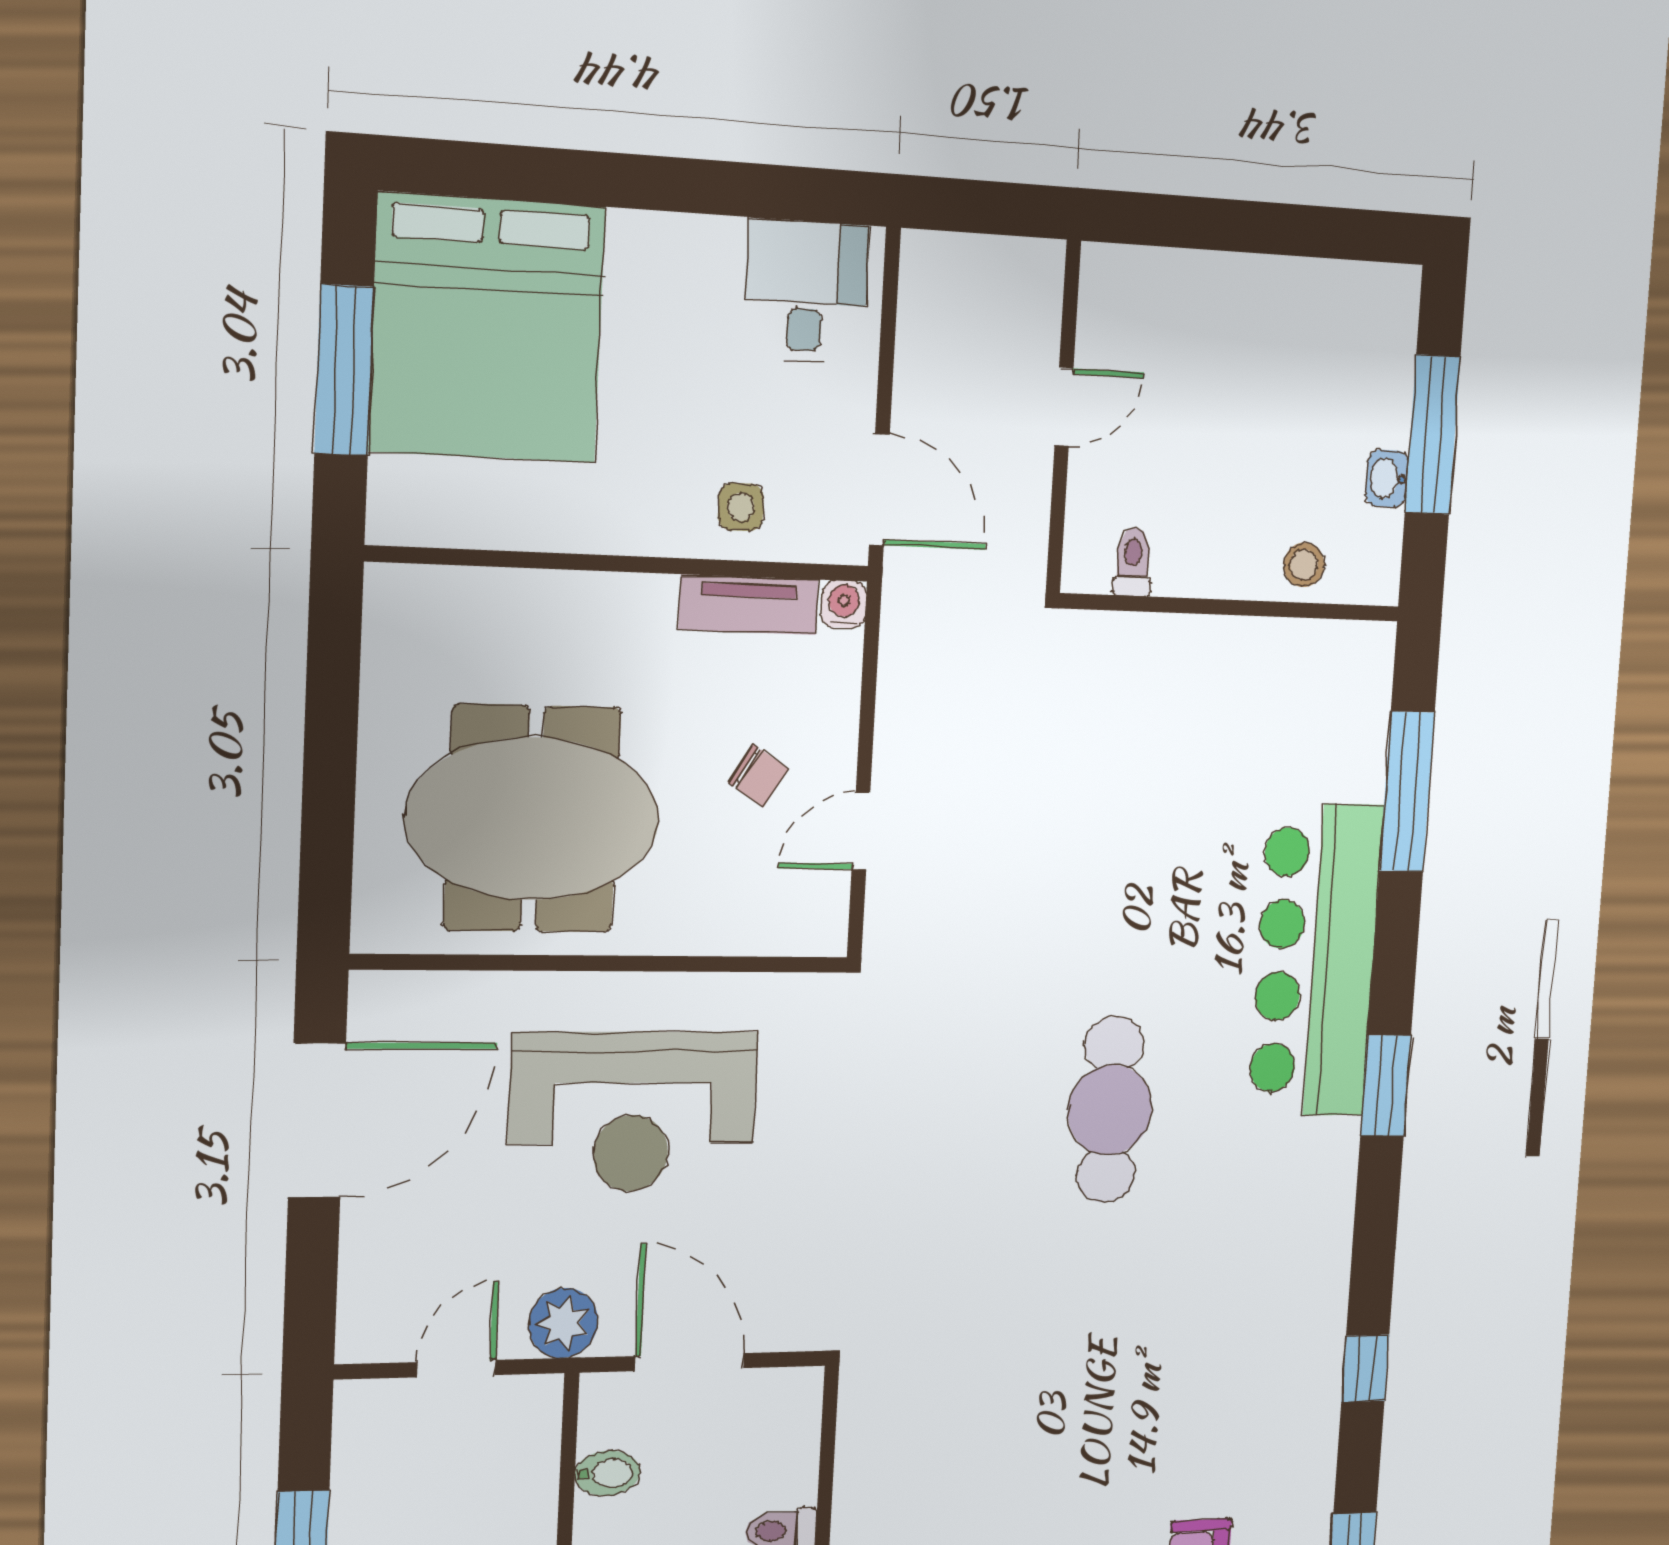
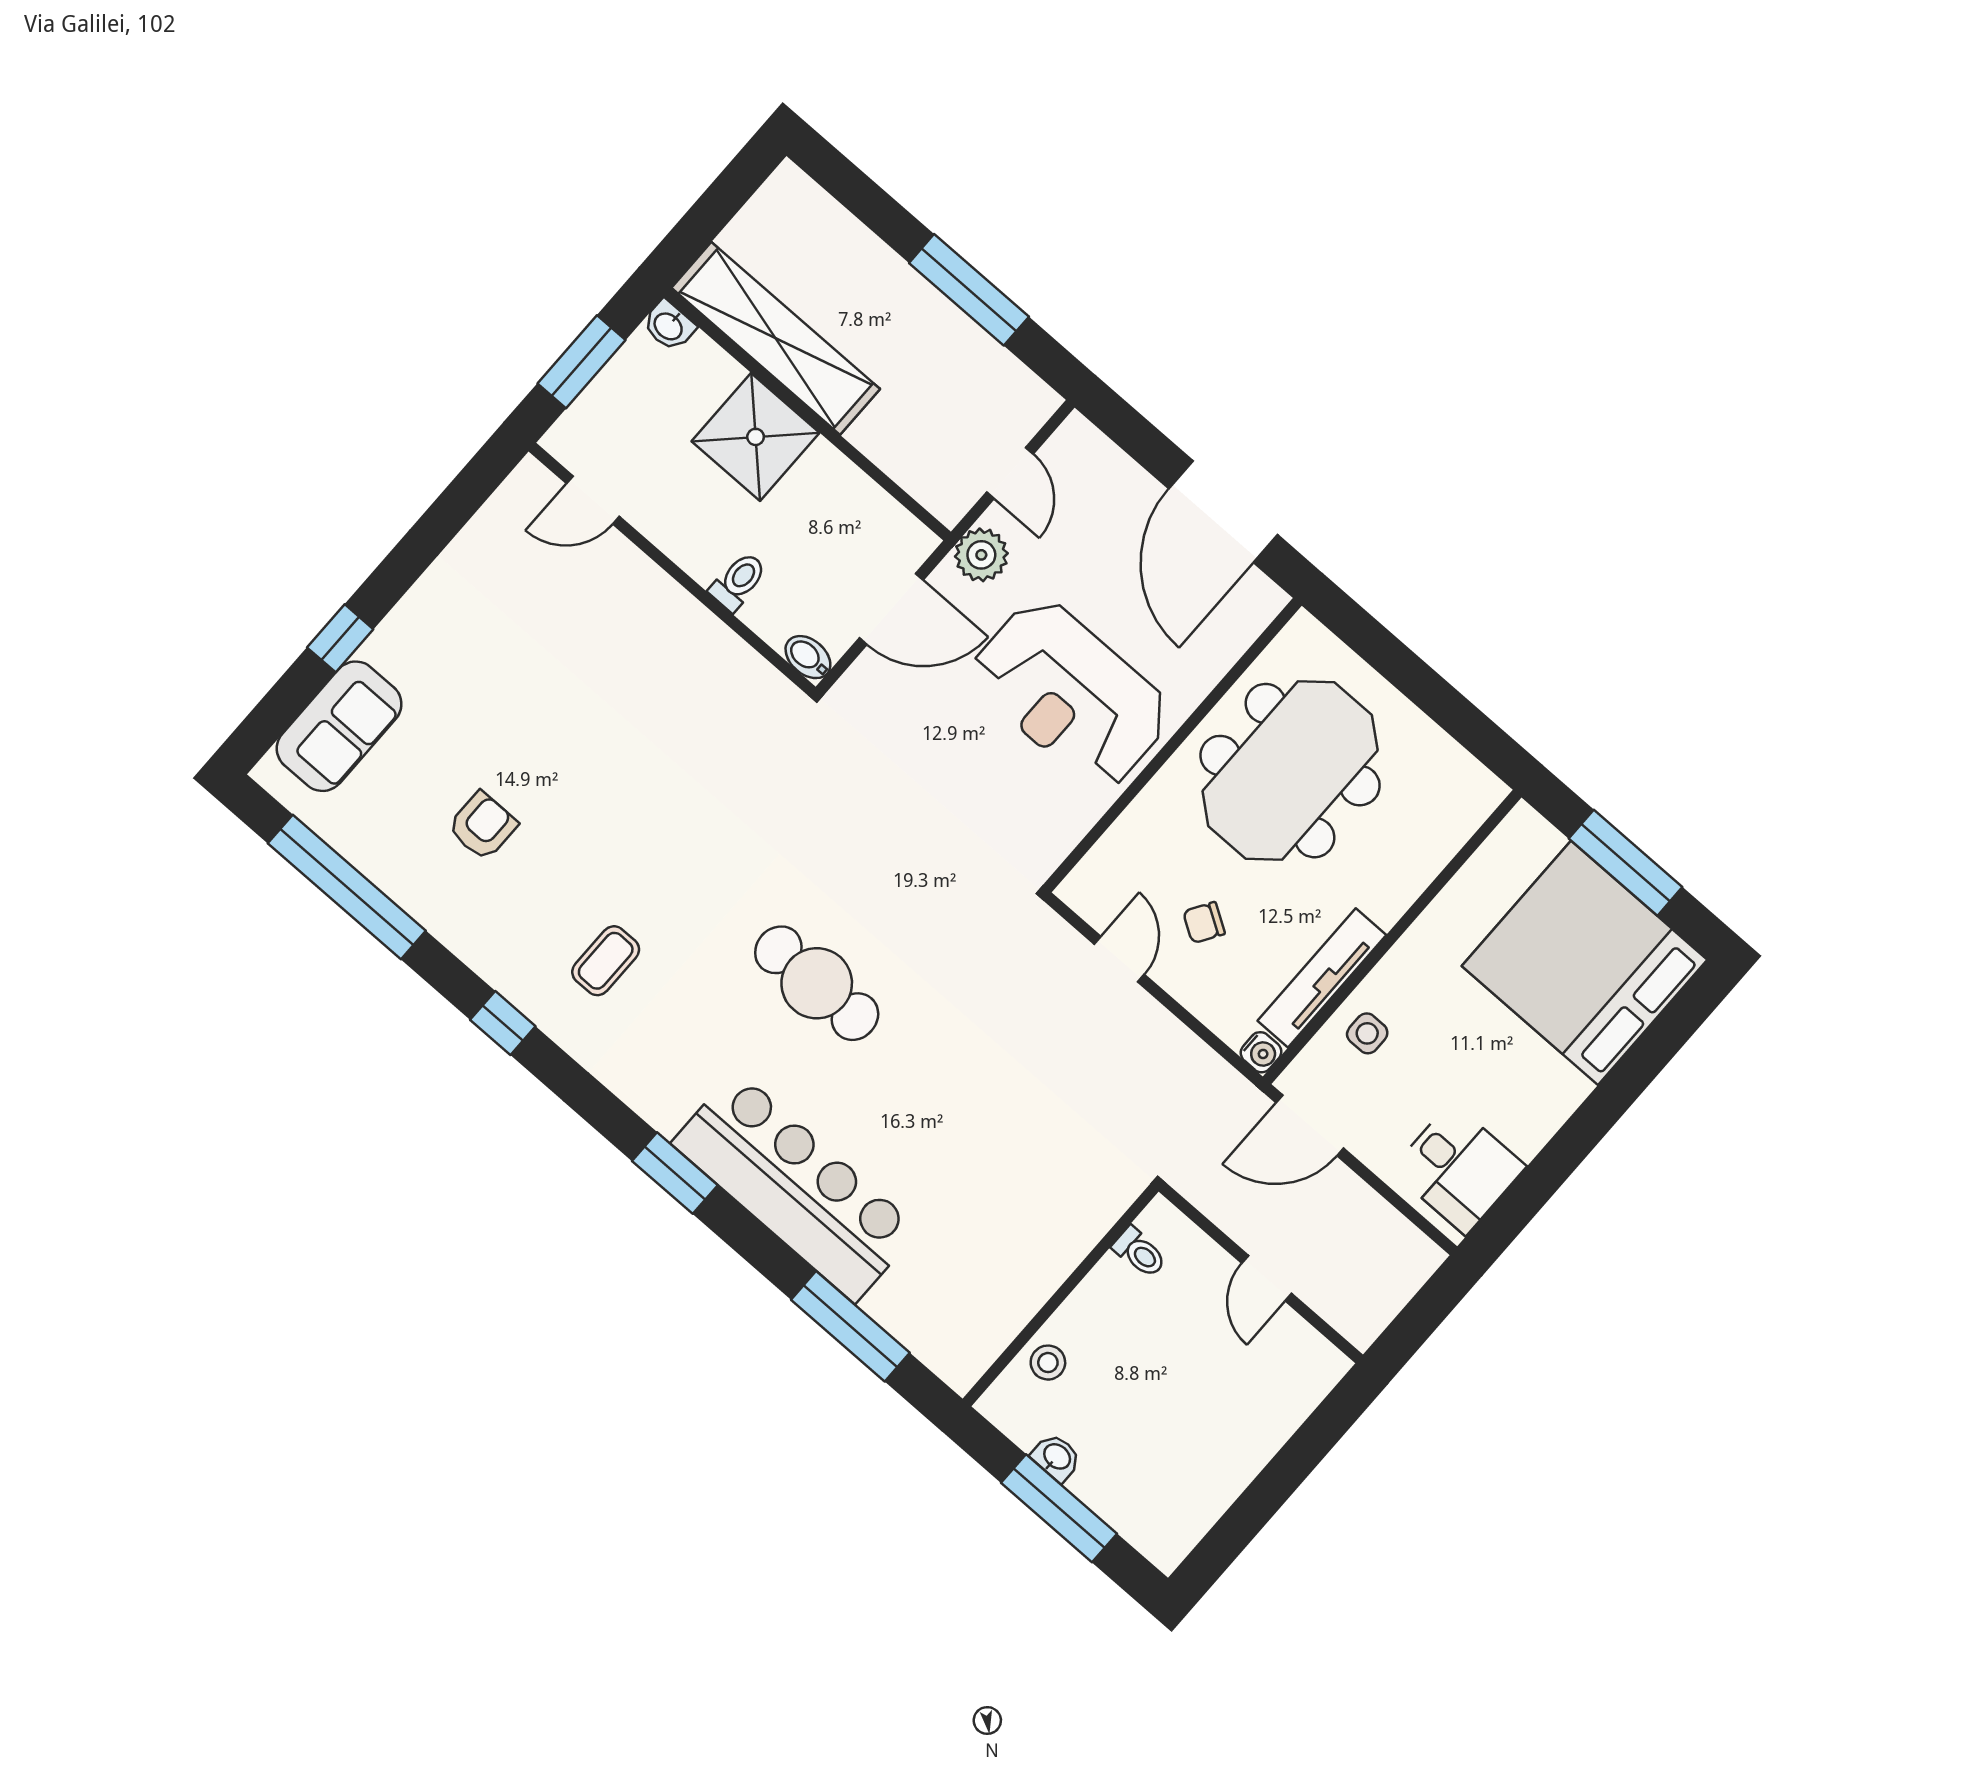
tv unit: (748, 605) -> (1322, 978), width x1.41
reception desk: (633, 1112) -> (1071, 694), turned -90
coffee table: (1238, 1327) -> (606, 961), added
bidet: (607, 1473) -> (808, 657), moved, turned 90

